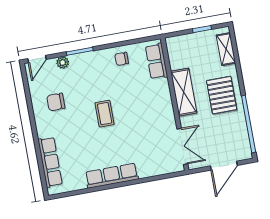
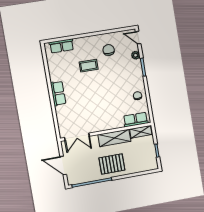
shelving: (226, 49) -> (141, 132), moved
coffee table: (105, 114) -> (89, 66), moved
row of seats: (50, 162) -> (62, 46), width x0.68
row of seats: (112, 176) -> (58, 93), width x0.68

